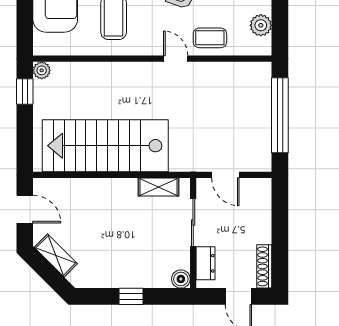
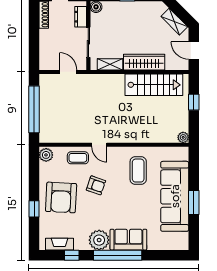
plant: (261, 25) -> (46, 155), moved
window: (25, 92) -> (194, 102), moved
stairs: (105, 146) -> (154, 85), width x0.73, depth x0.66
wardrobe: (104, 191) -> (144, 62), added

